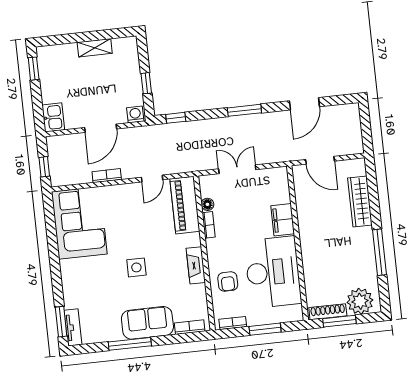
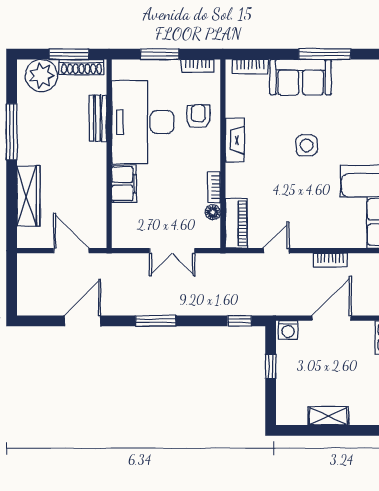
piano: (185, 205) -> (236, 223), width x0.73, depth x0.75
bench: (310, 271) -> (98, 118), added

